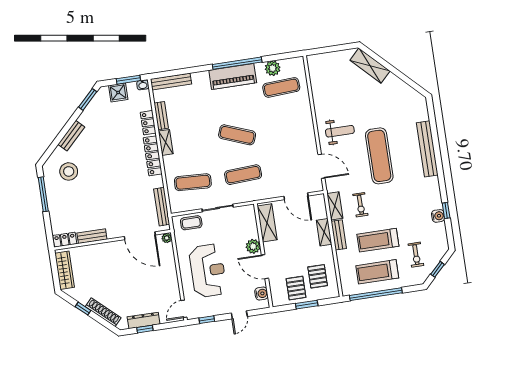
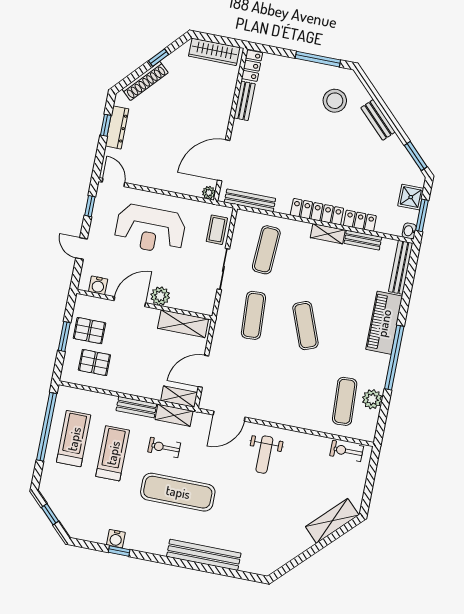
piano: (233, 77) -> (384, 323), moved
exercise mat: (237, 135) -> (305, 326), turned -42
exercise mat: (379, 156) -> (178, 492), moved
shelving: (324, 232) -> (179, 397), moved
exercise bike: (416, 255) -> (347, 451), moved

